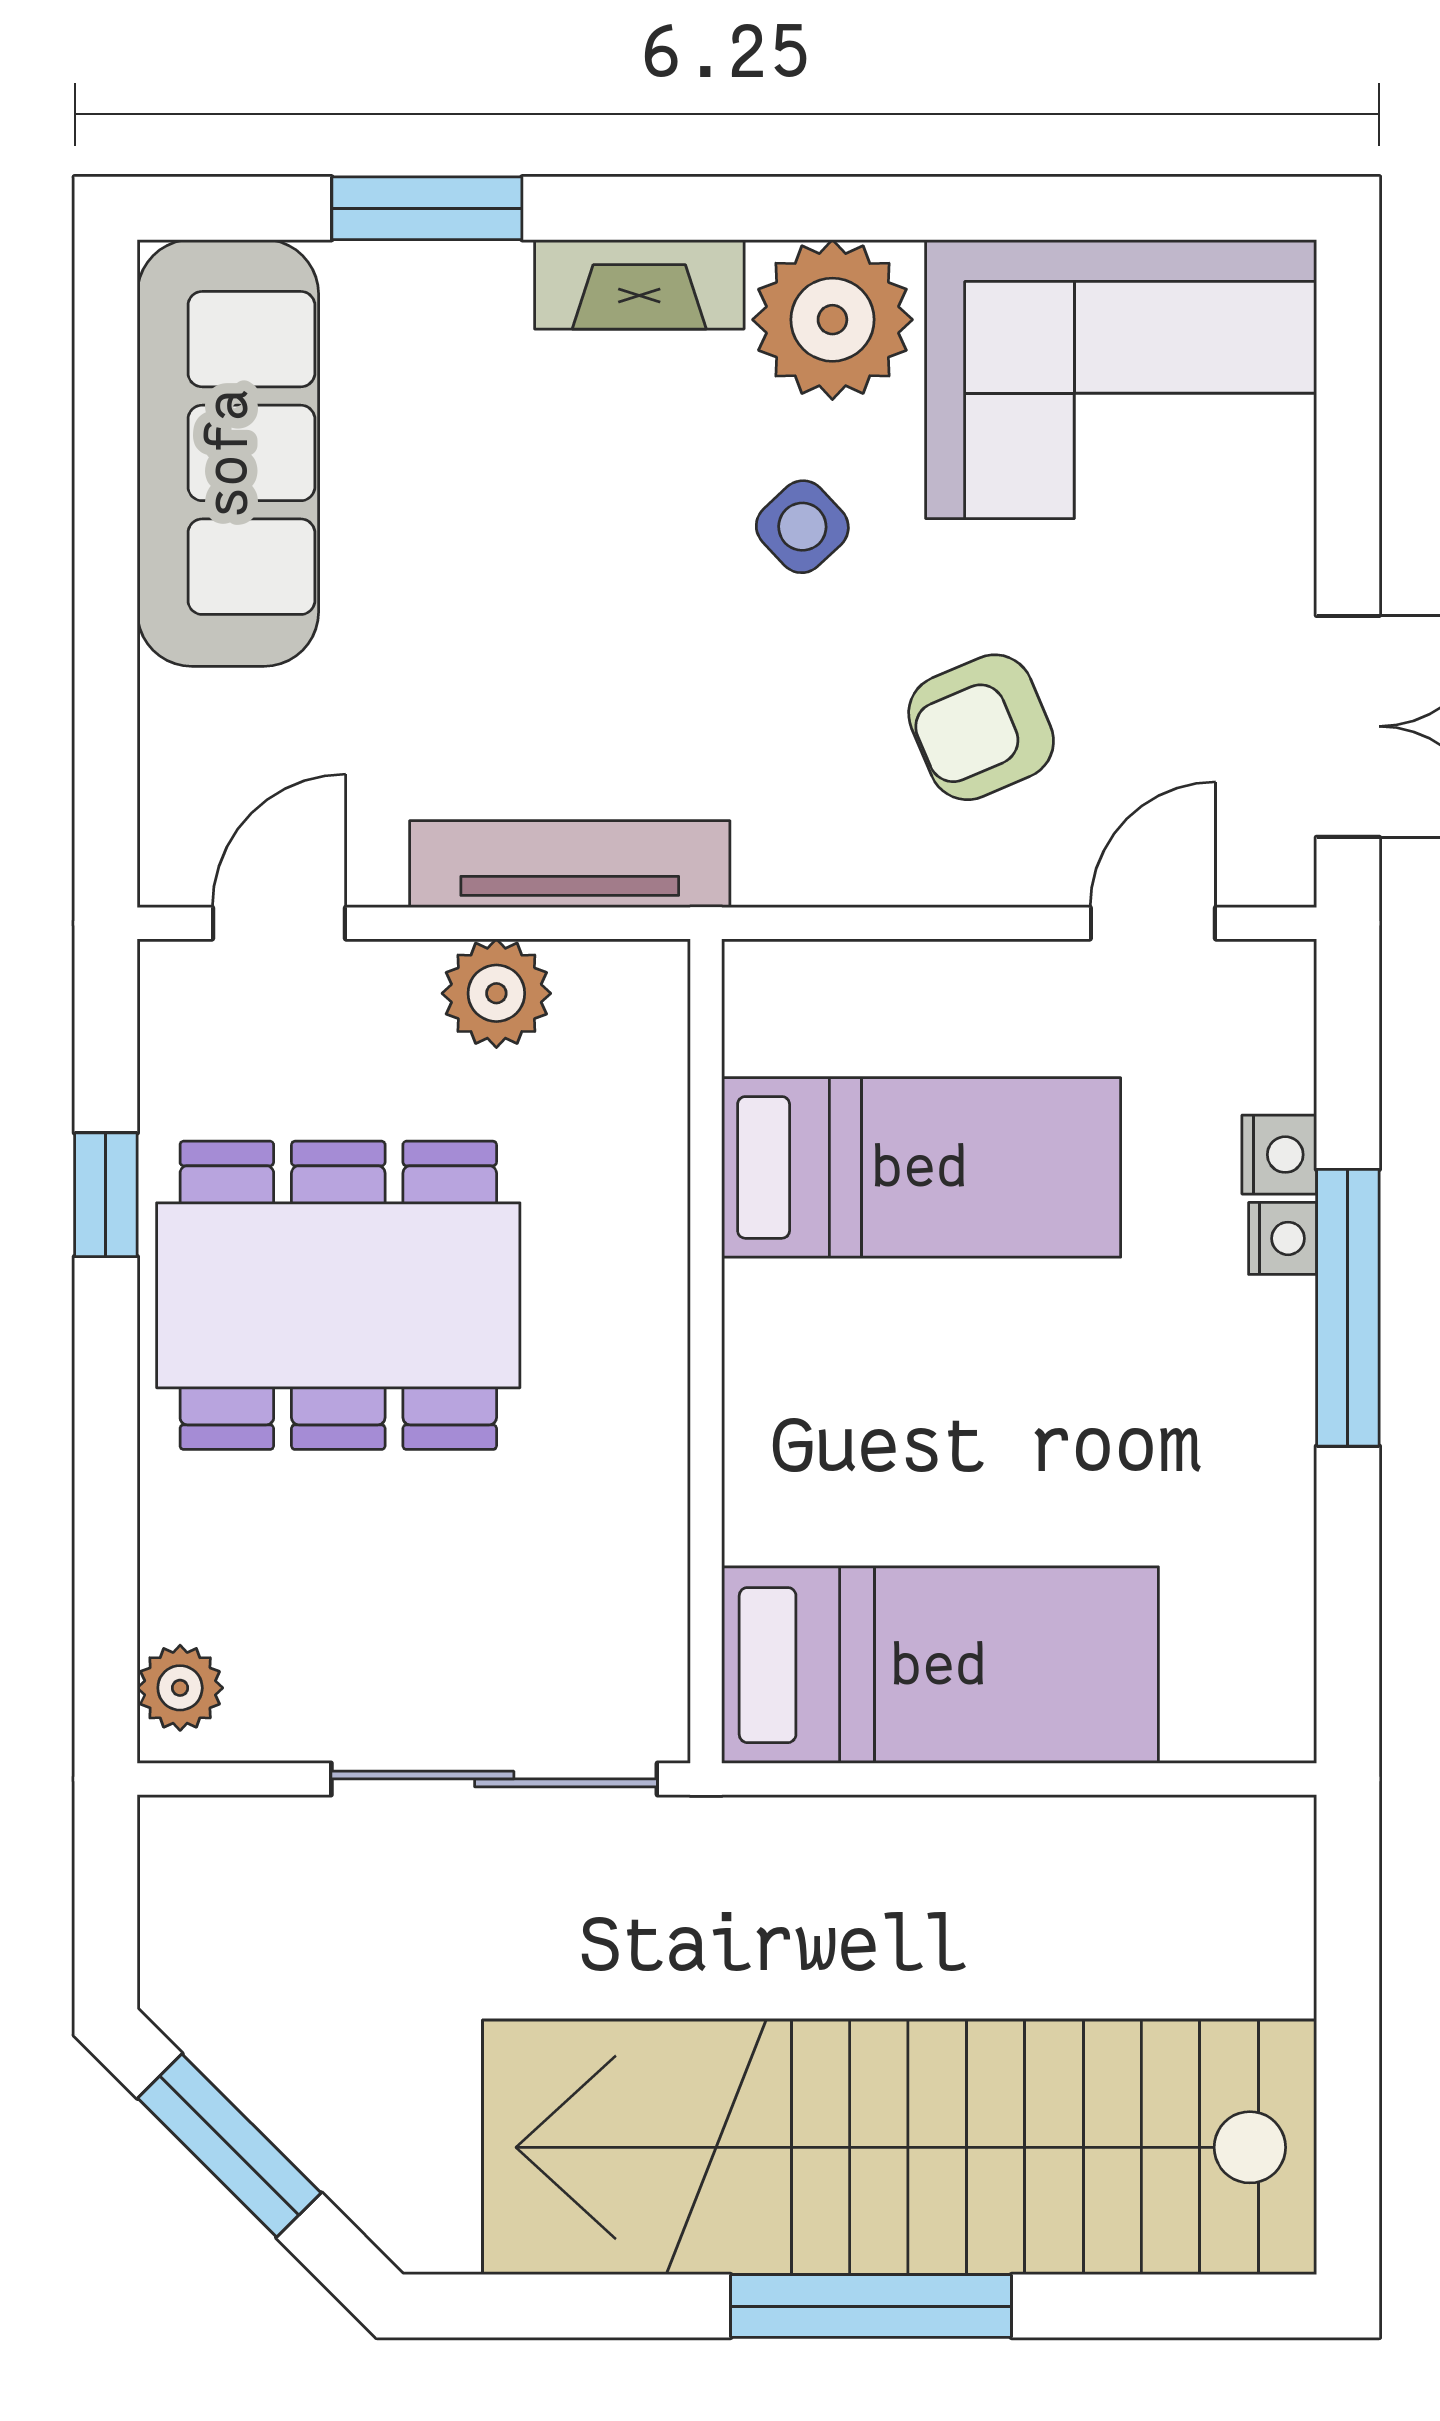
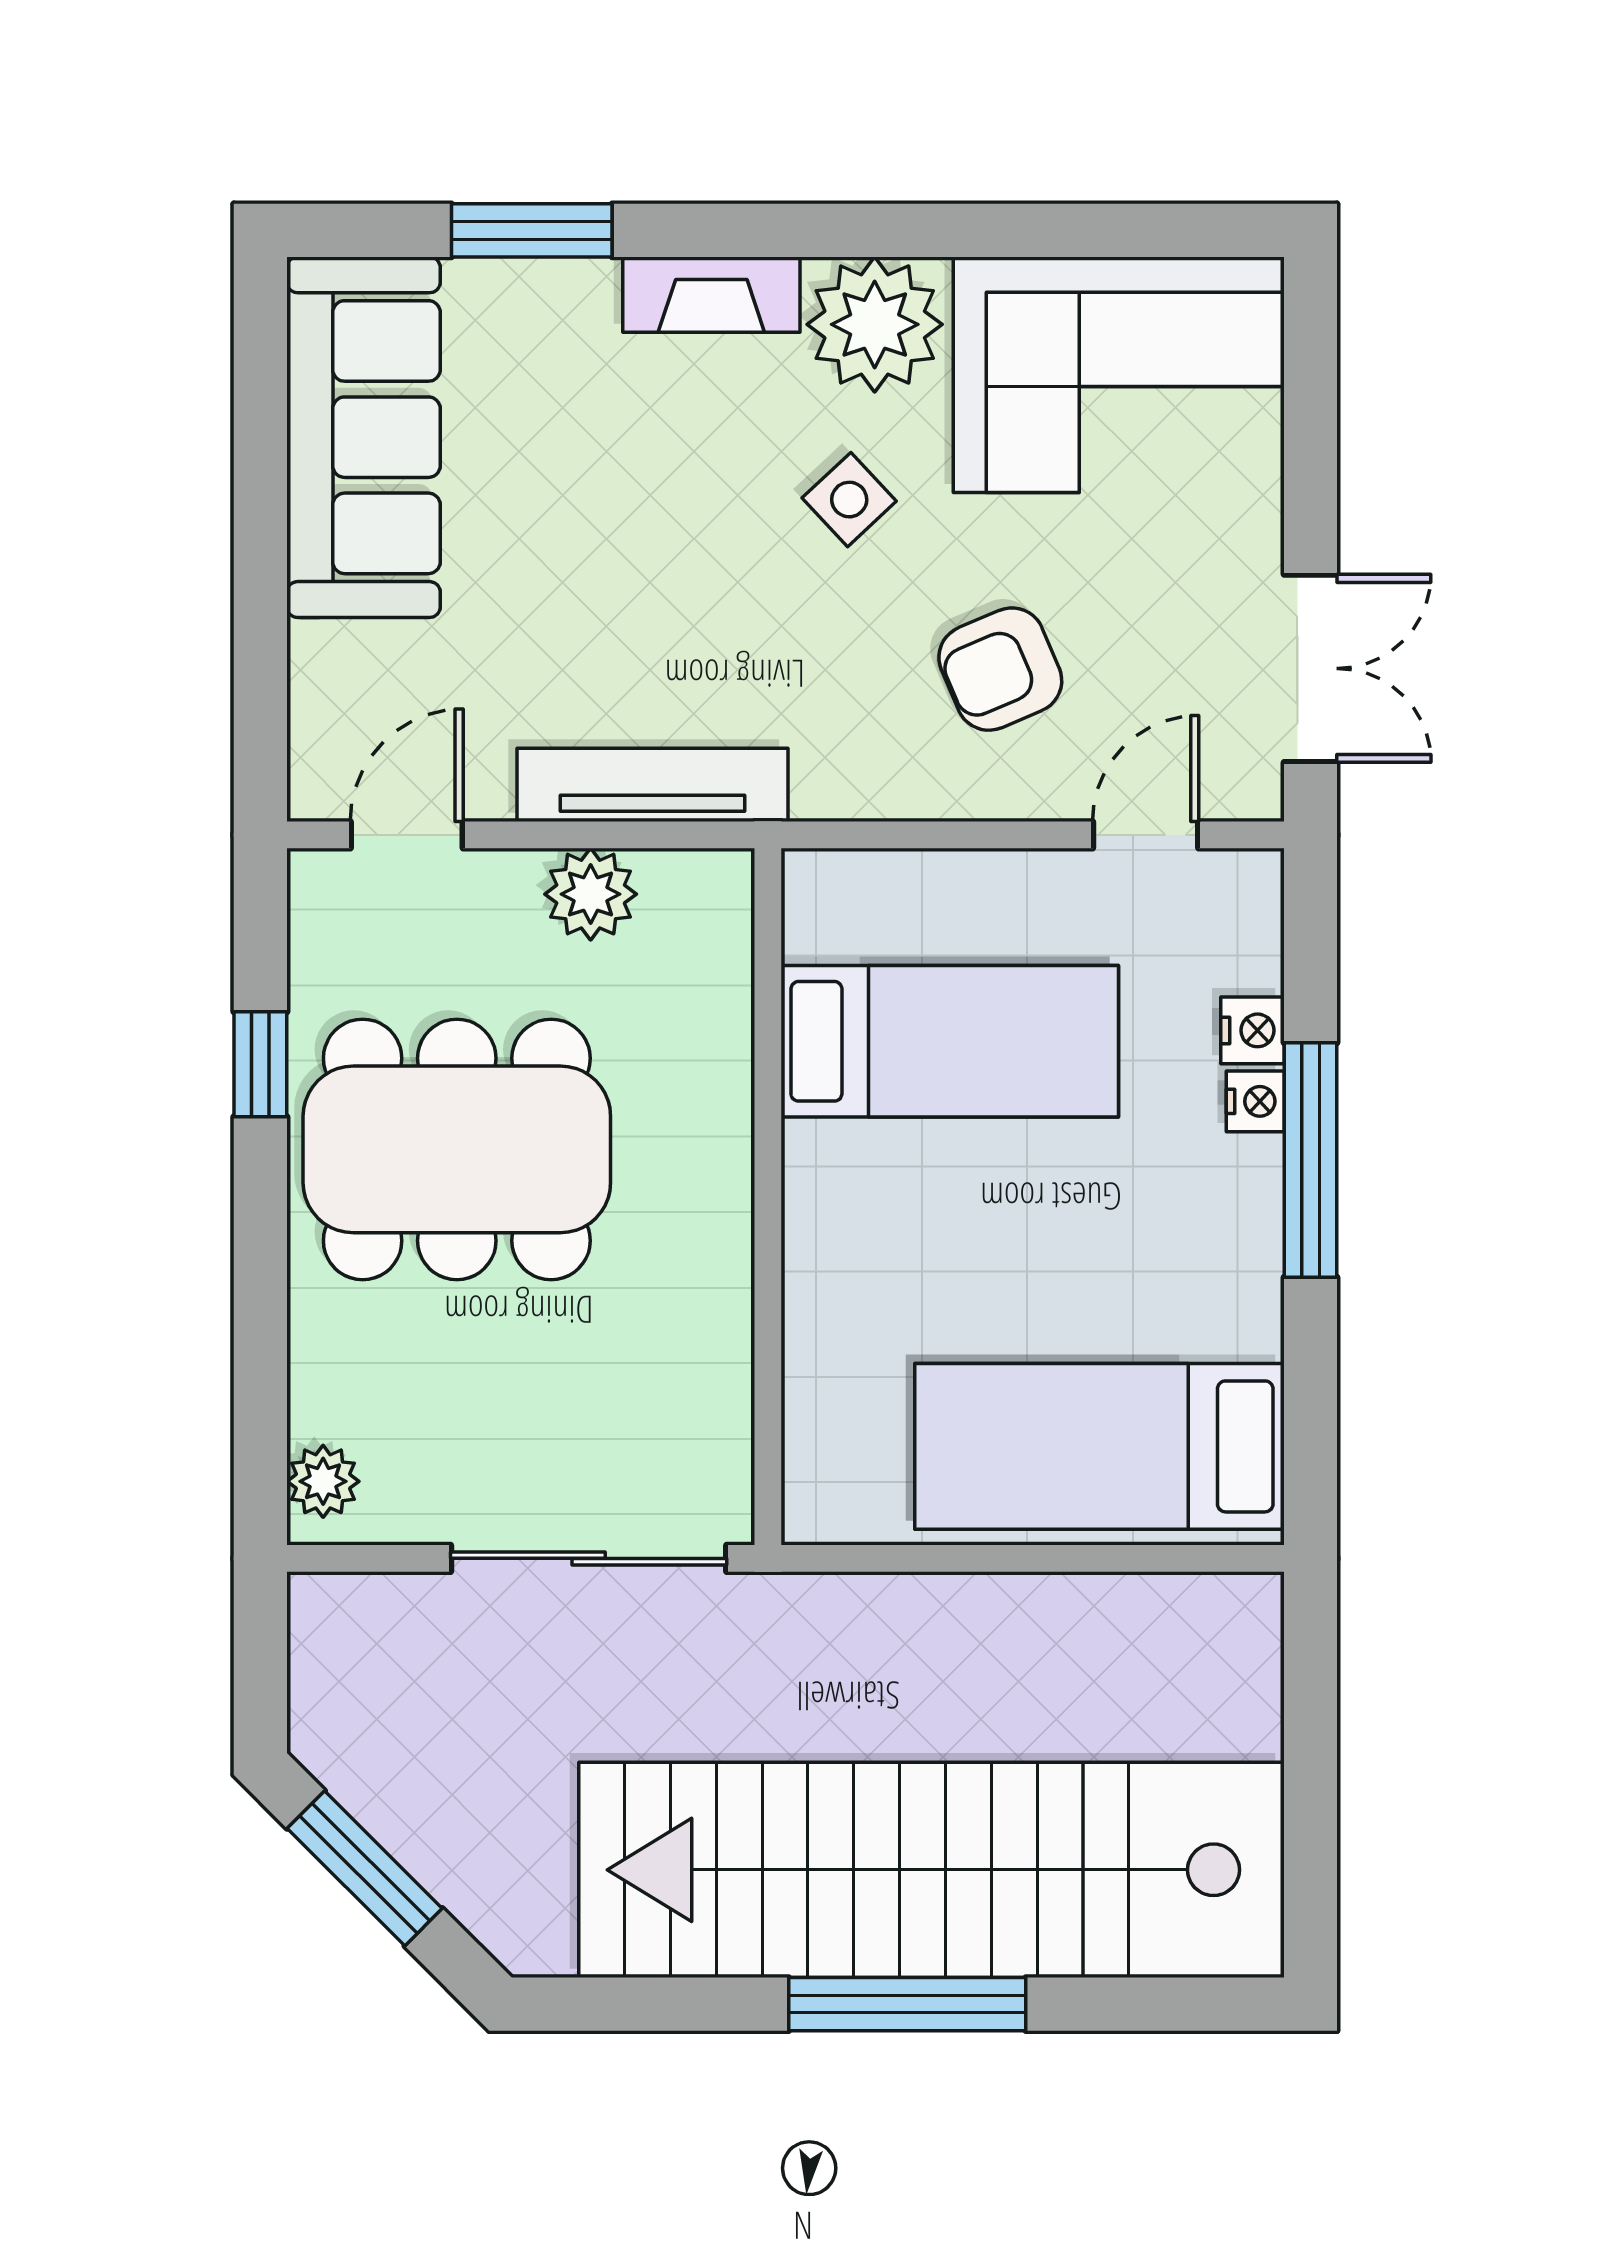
bed: (940, 1665) -> (1099, 1446), moved, turned 180

